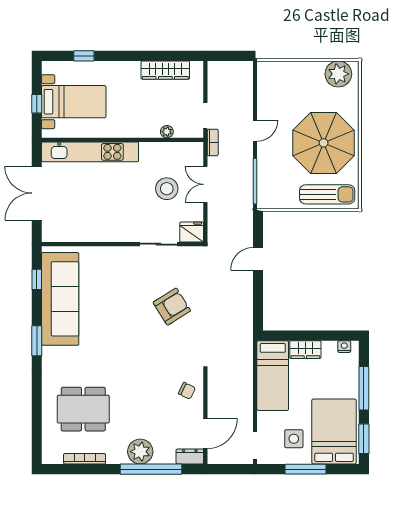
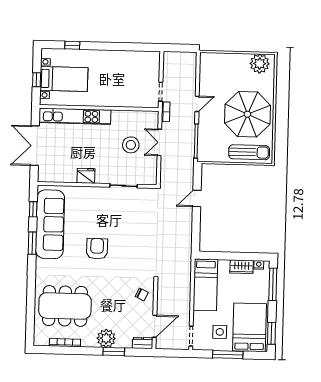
wardrobe: (165, 70) -> (132, 57), removed
plant: (167, 132) -> (132, 103), removed
fridge: (192, 232) -> (86, 176), moved
armchair: (172, 307) -> (97, 249), moved, turned -58
window: (37, 341) -> (32, 243), moved
wardrobe: (305, 350) -> (242, 267), moved
window: (364, 388) -> (273, 284), moved
dining table: (83, 409) -> (65, 306), width x1.36, depth x1.24
window: (151, 469) -> (114, 352), width x0.47

